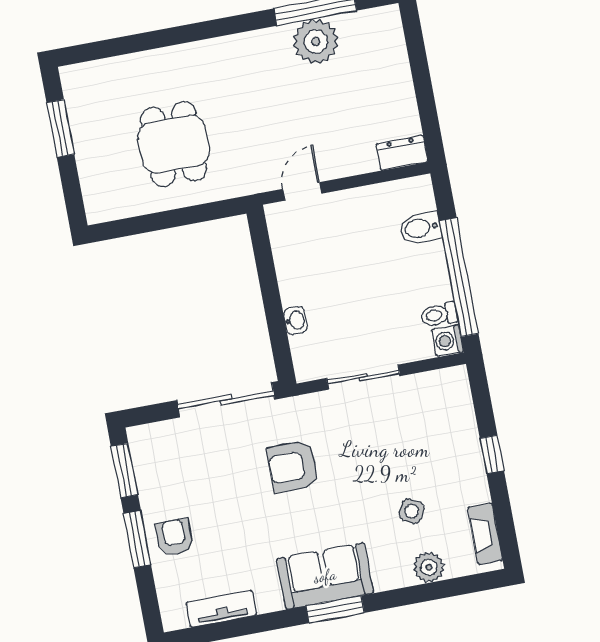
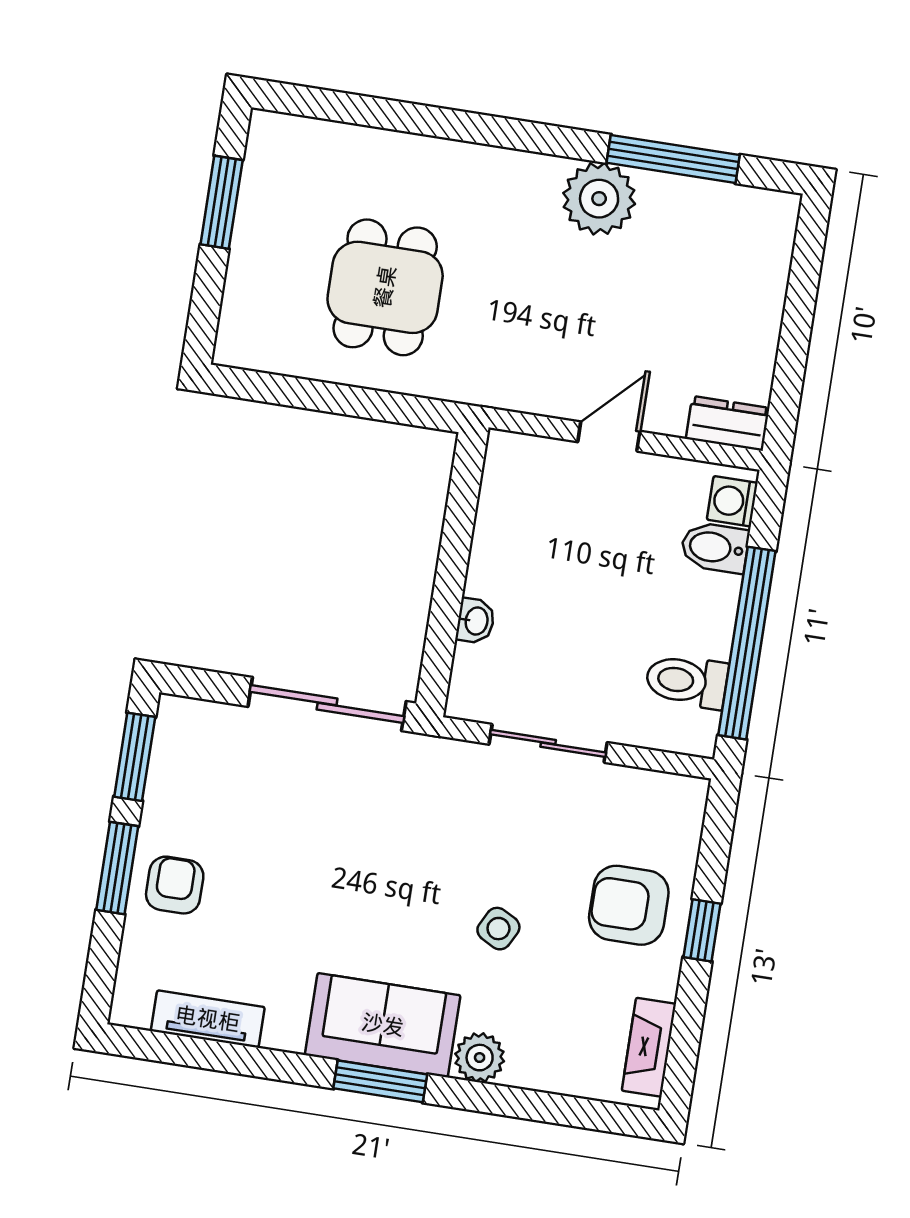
plant: (316, 41) -> (599, 199), moved
door: (302, 191) -> (609, 437), moved
toilet: (439, 315) -> (687, 681), width x1.37, depth x1.39
washing machine: (448, 341) -> (732, 501), moved
armchair: (293, 467) -> (629, 905), moved
side table: (412, 511) -> (498, 929), moved
plant: (429, 567) -> (480, 1058), moved

